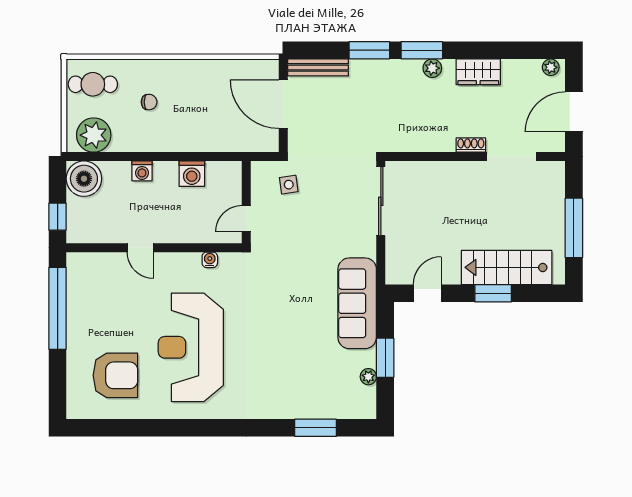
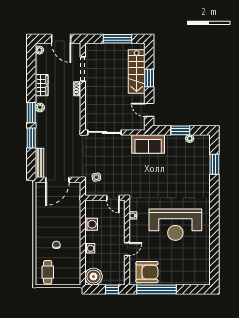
plant: (94, 135) -> (72, 272), removed
sofa: (357, 303) -> (148, 144), width x0.73
armchair: (115, 375) -> (147, 272), moved, turned 90

